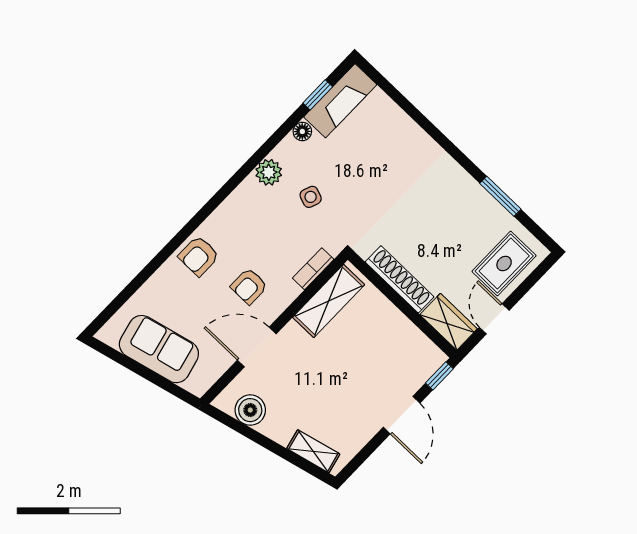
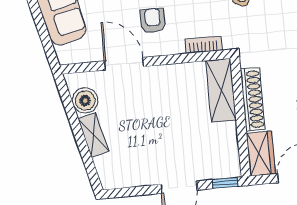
armchair: (249, 286) -> (153, 21), turned 90
shelving: (329, 301) -> (221, 90), moved, turned 90
shelving: (313, 451) -> (93, 135), moved

